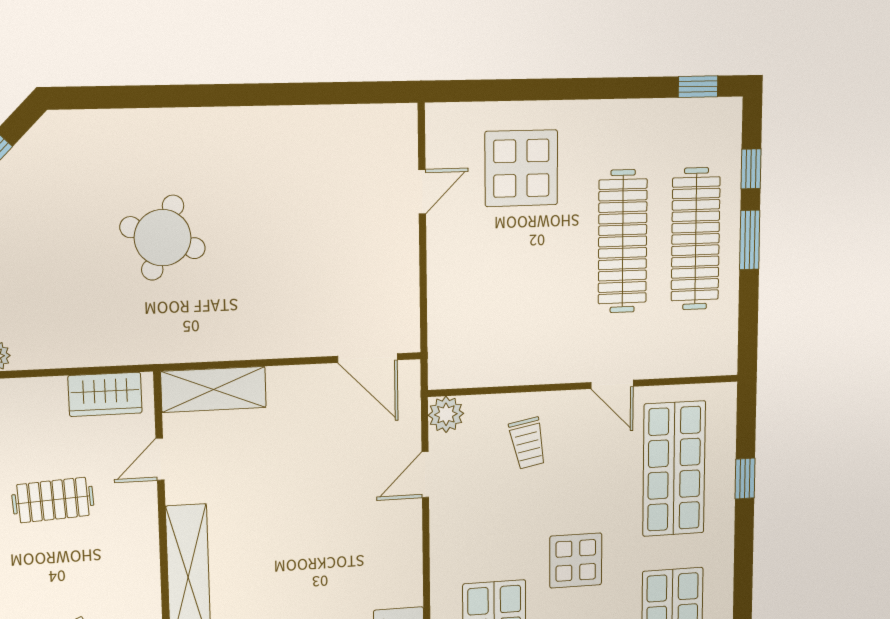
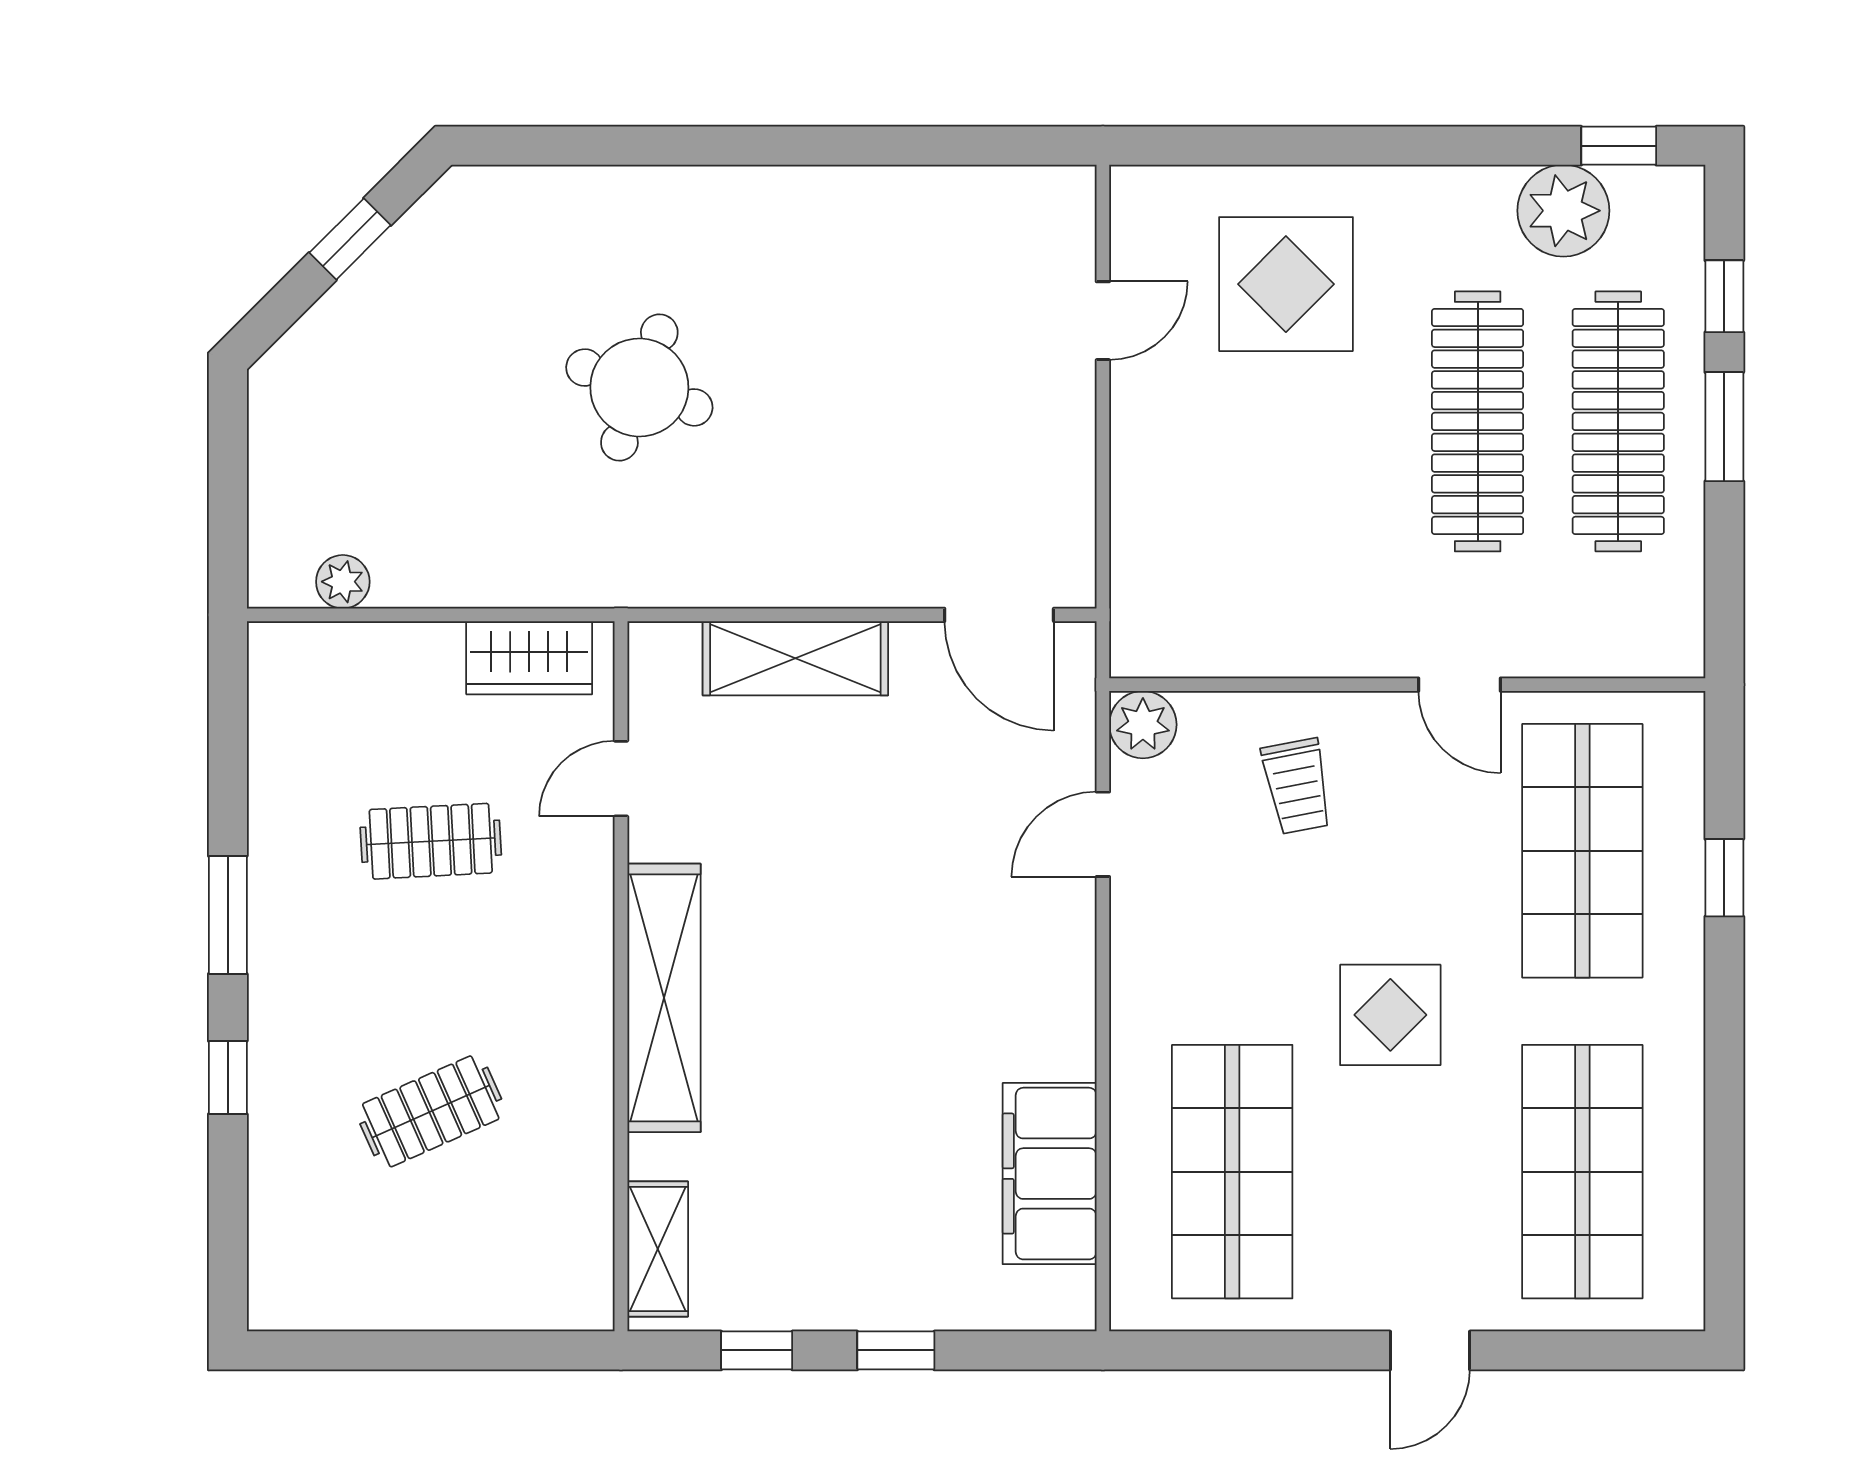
plant: (669, 124) -> (1563, 211), added
shelving: (214, 389) -> (795, 658), moved

